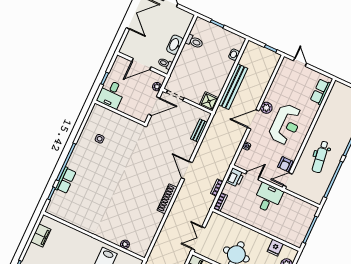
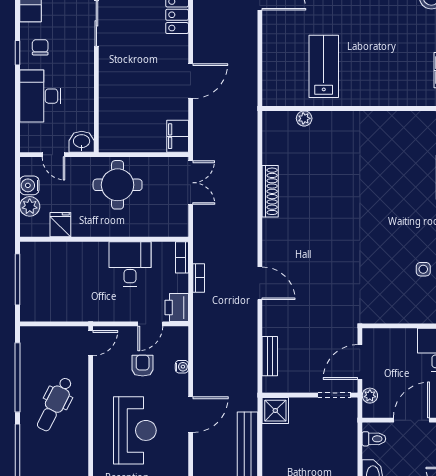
plant: (266, 108) -> (178, 443), removed
reception desk: (286, 124) -> (135, 430), turned 180
dental chair: (321, 157) -> (55, 404), turned -145
armchair: (285, 164) -> (143, 366), moved
desk: (268, 198) -> (130, 264), moved, turned 180
shoe rack: (167, 199) -> (270, 191), moved

